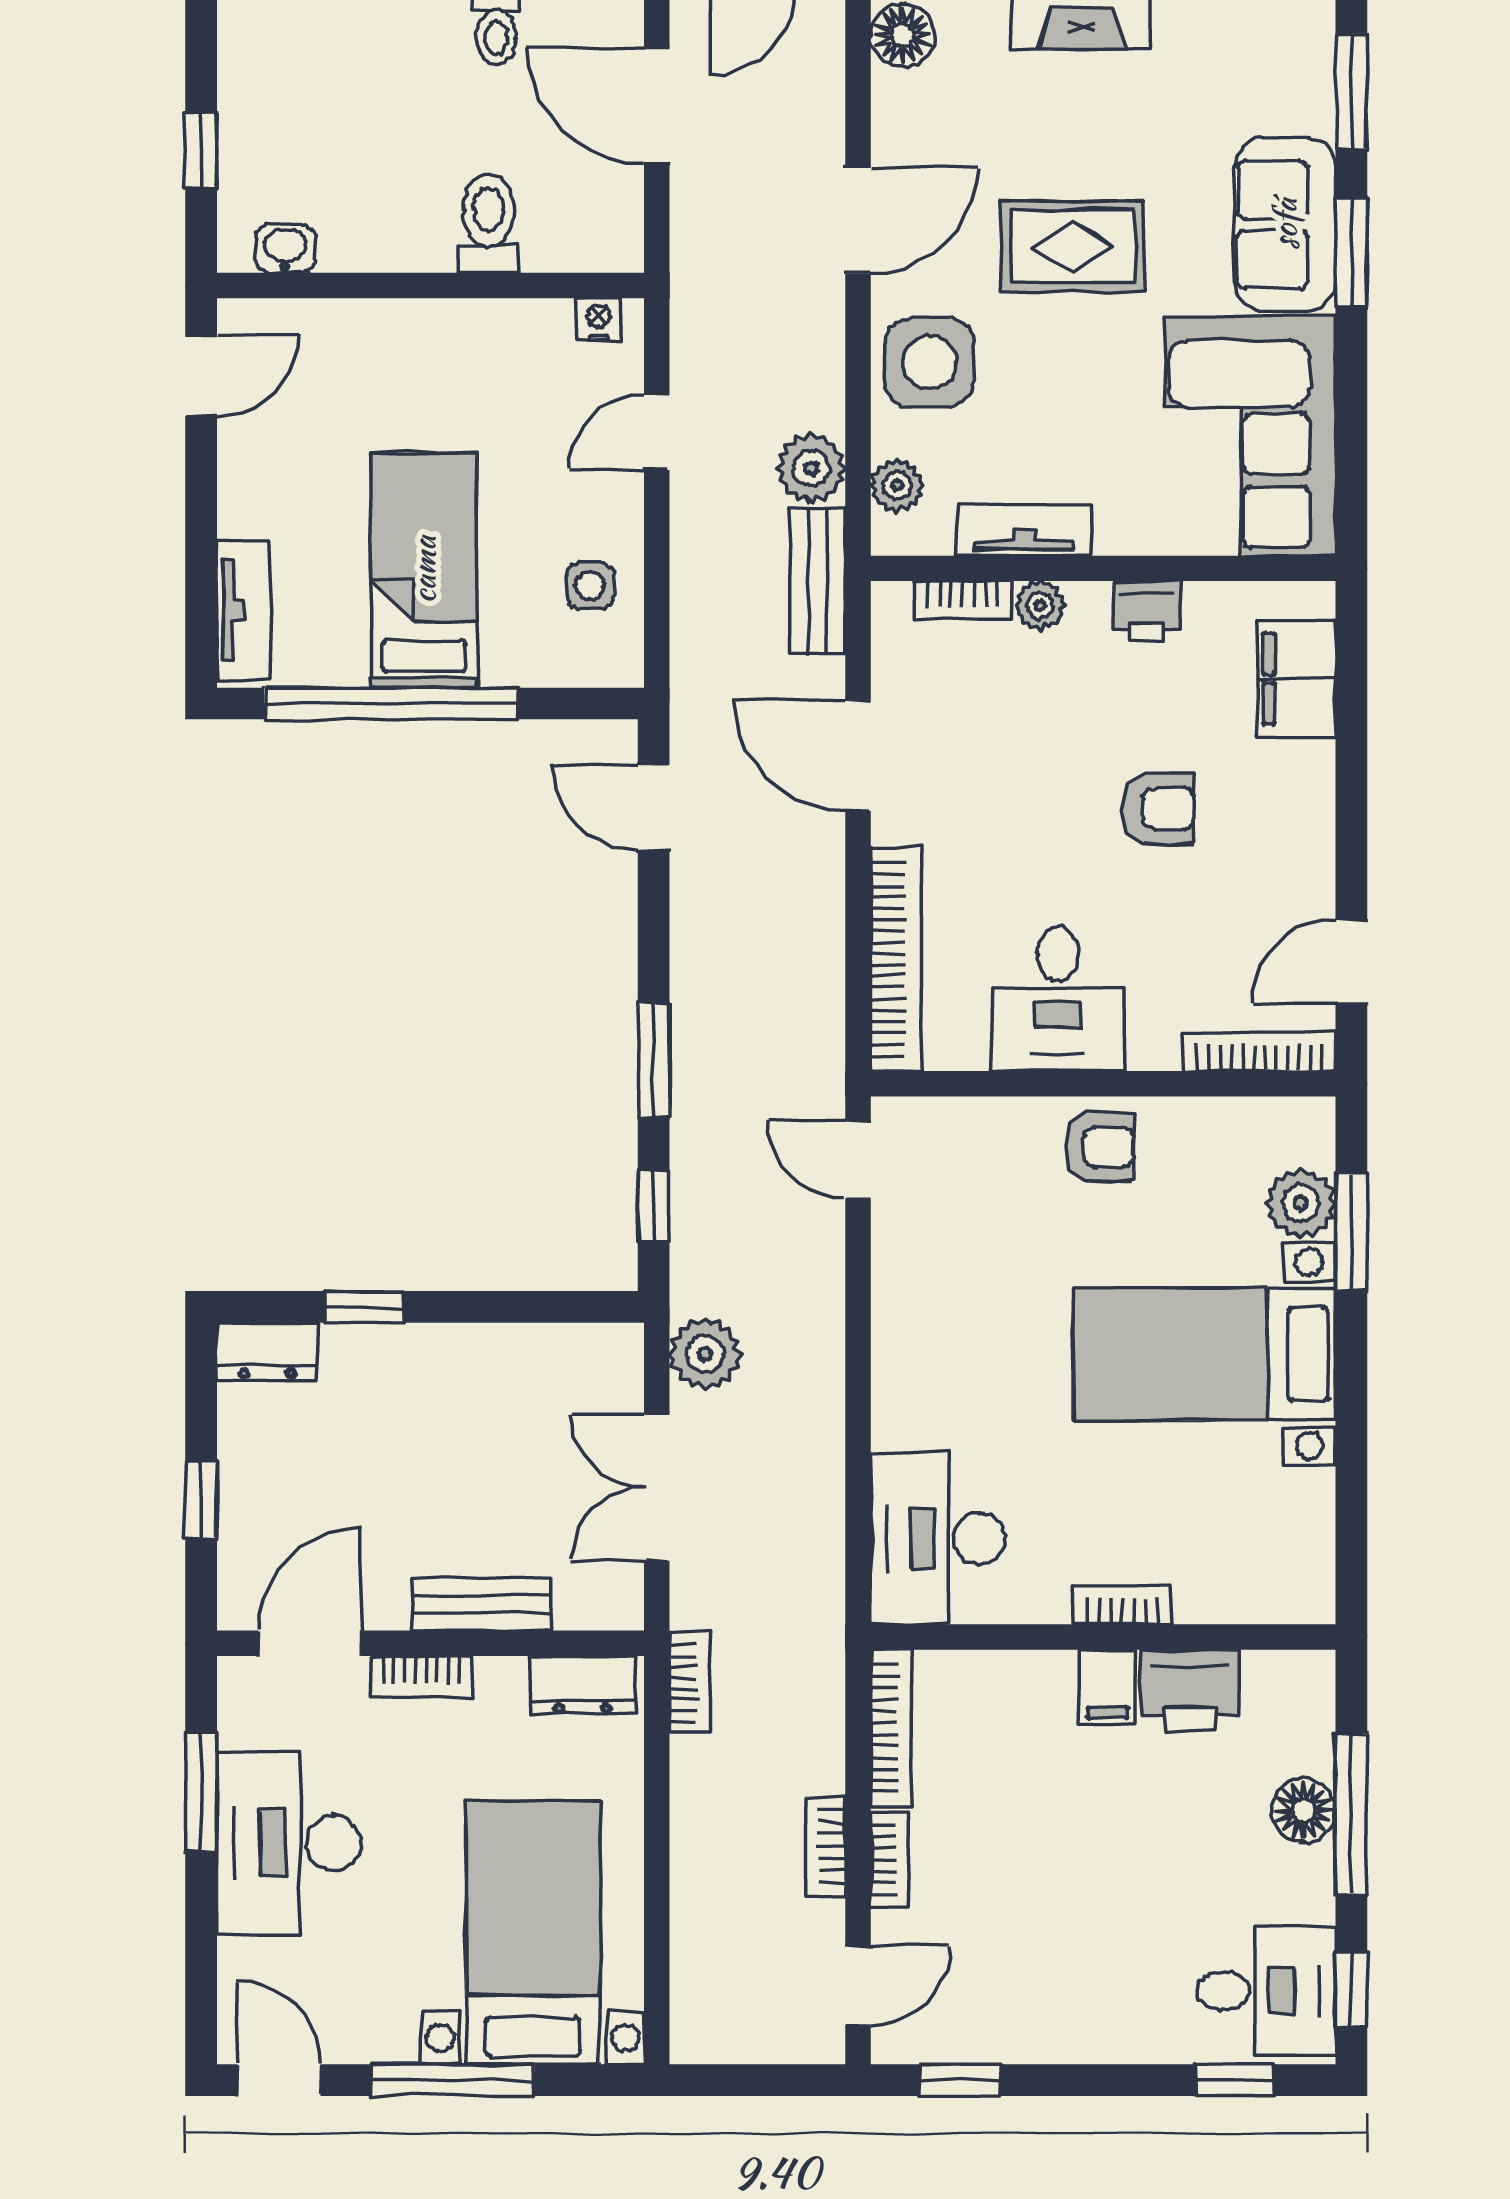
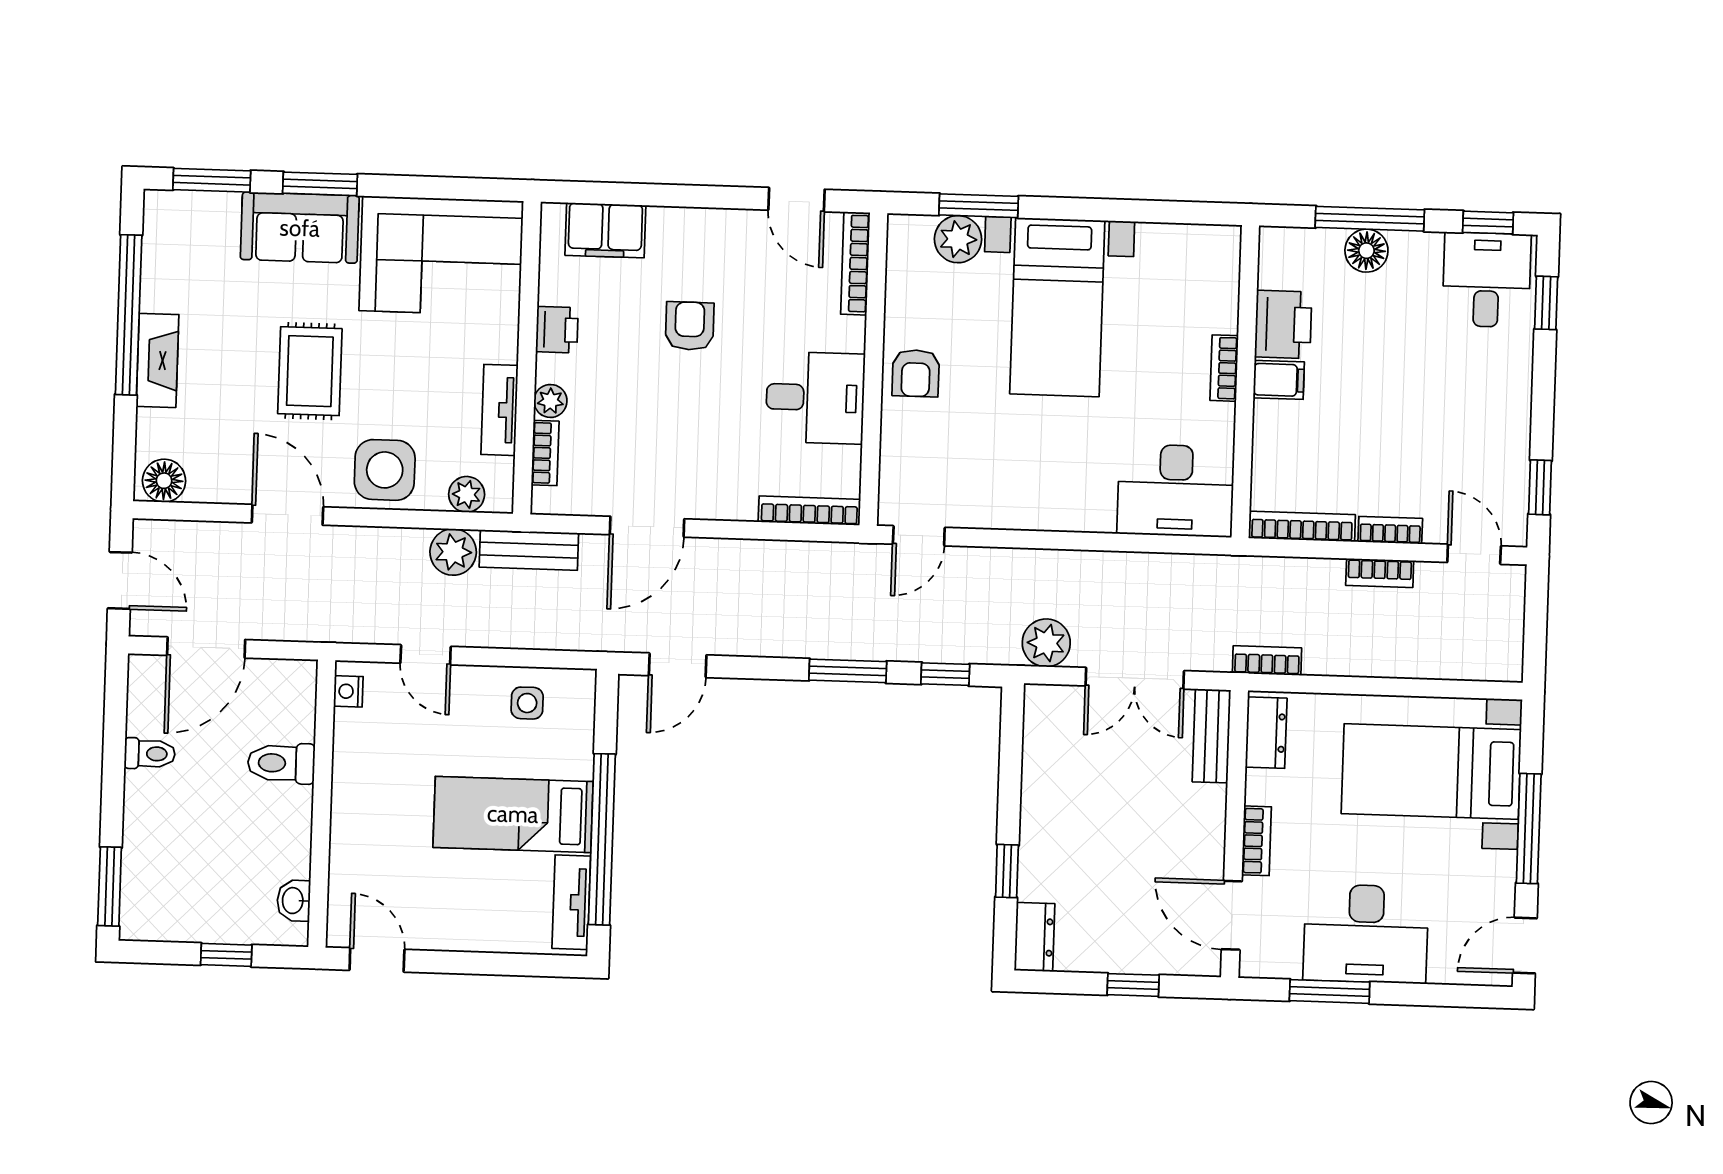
tv unit: (243, 610) -> (571, 902), moved, turned -90
bookcase: (896, 959) -> (809, 511), width x0.68, depth x0.76
armchair: (1099, 1147) -> (916, 373), turned 180
bench: (481, 1604) -> (1212, 736), moved

